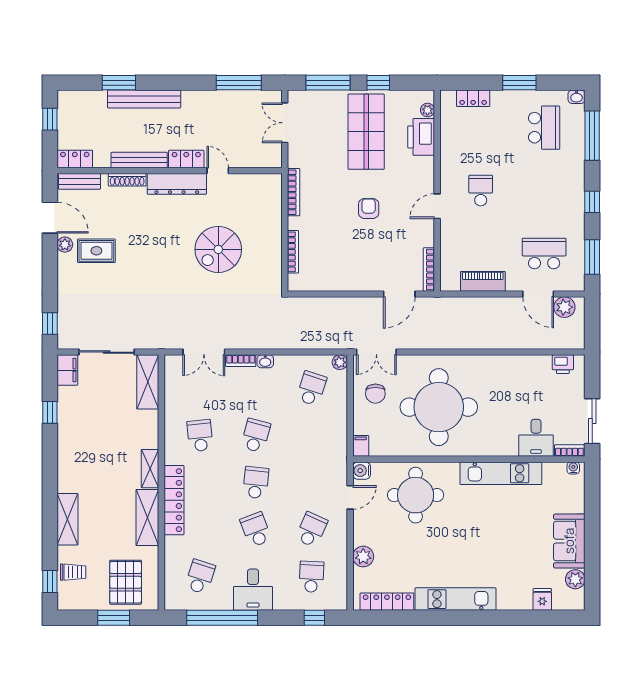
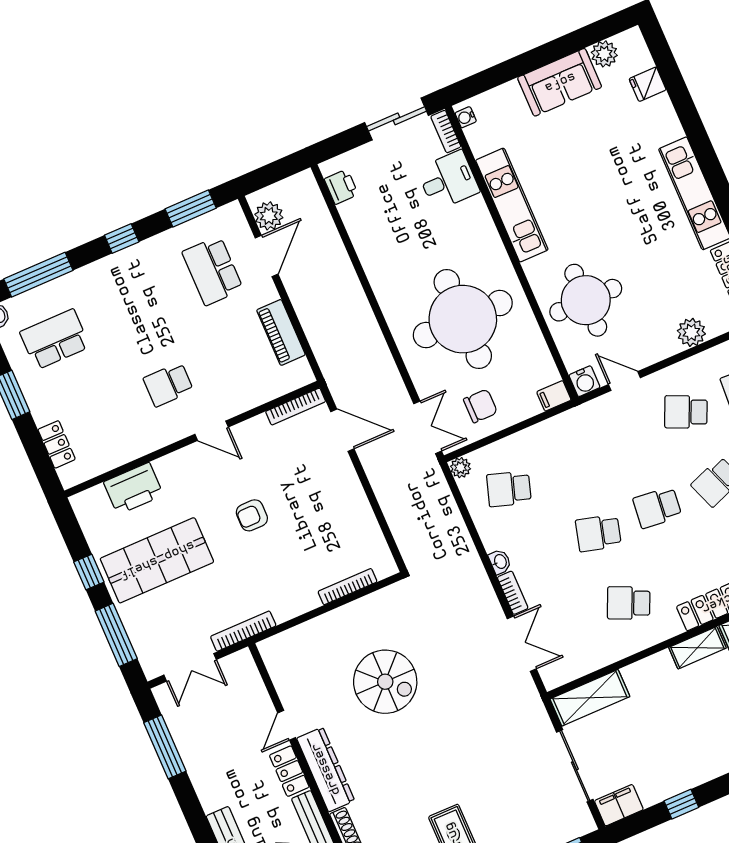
plant: (427, 110) -> (96, 495), removed
bookcase: (294, 192) -> (243, 631), moved
school desk: (200, 436) -> (629, 603), turned 30

